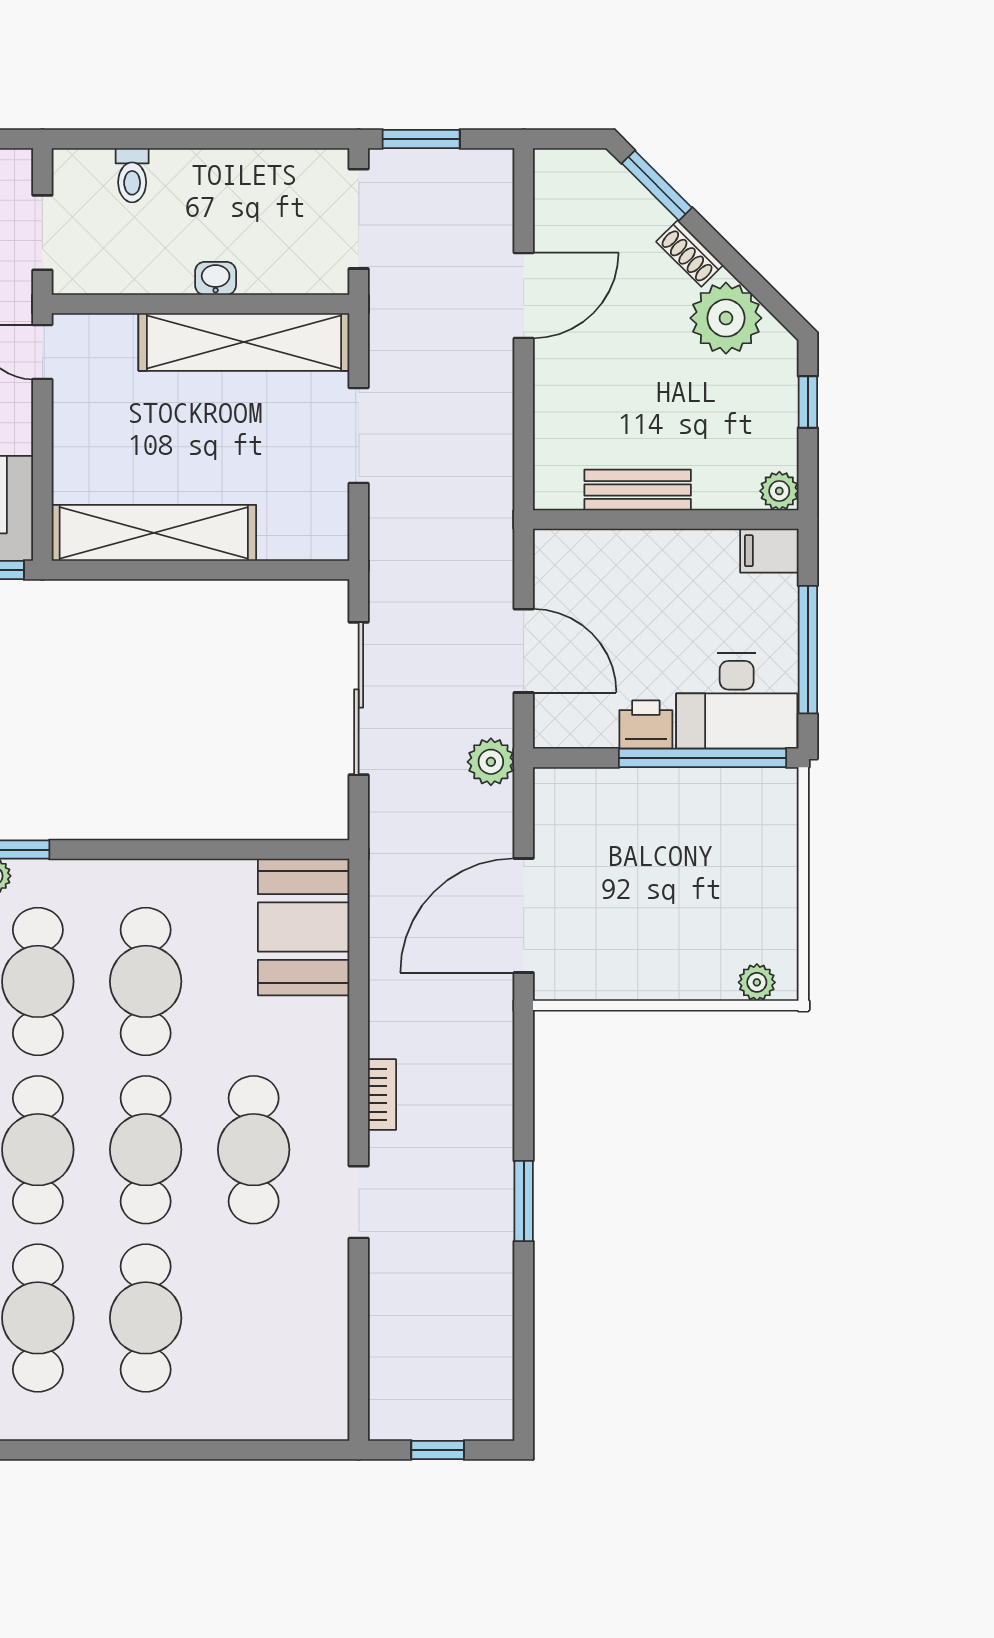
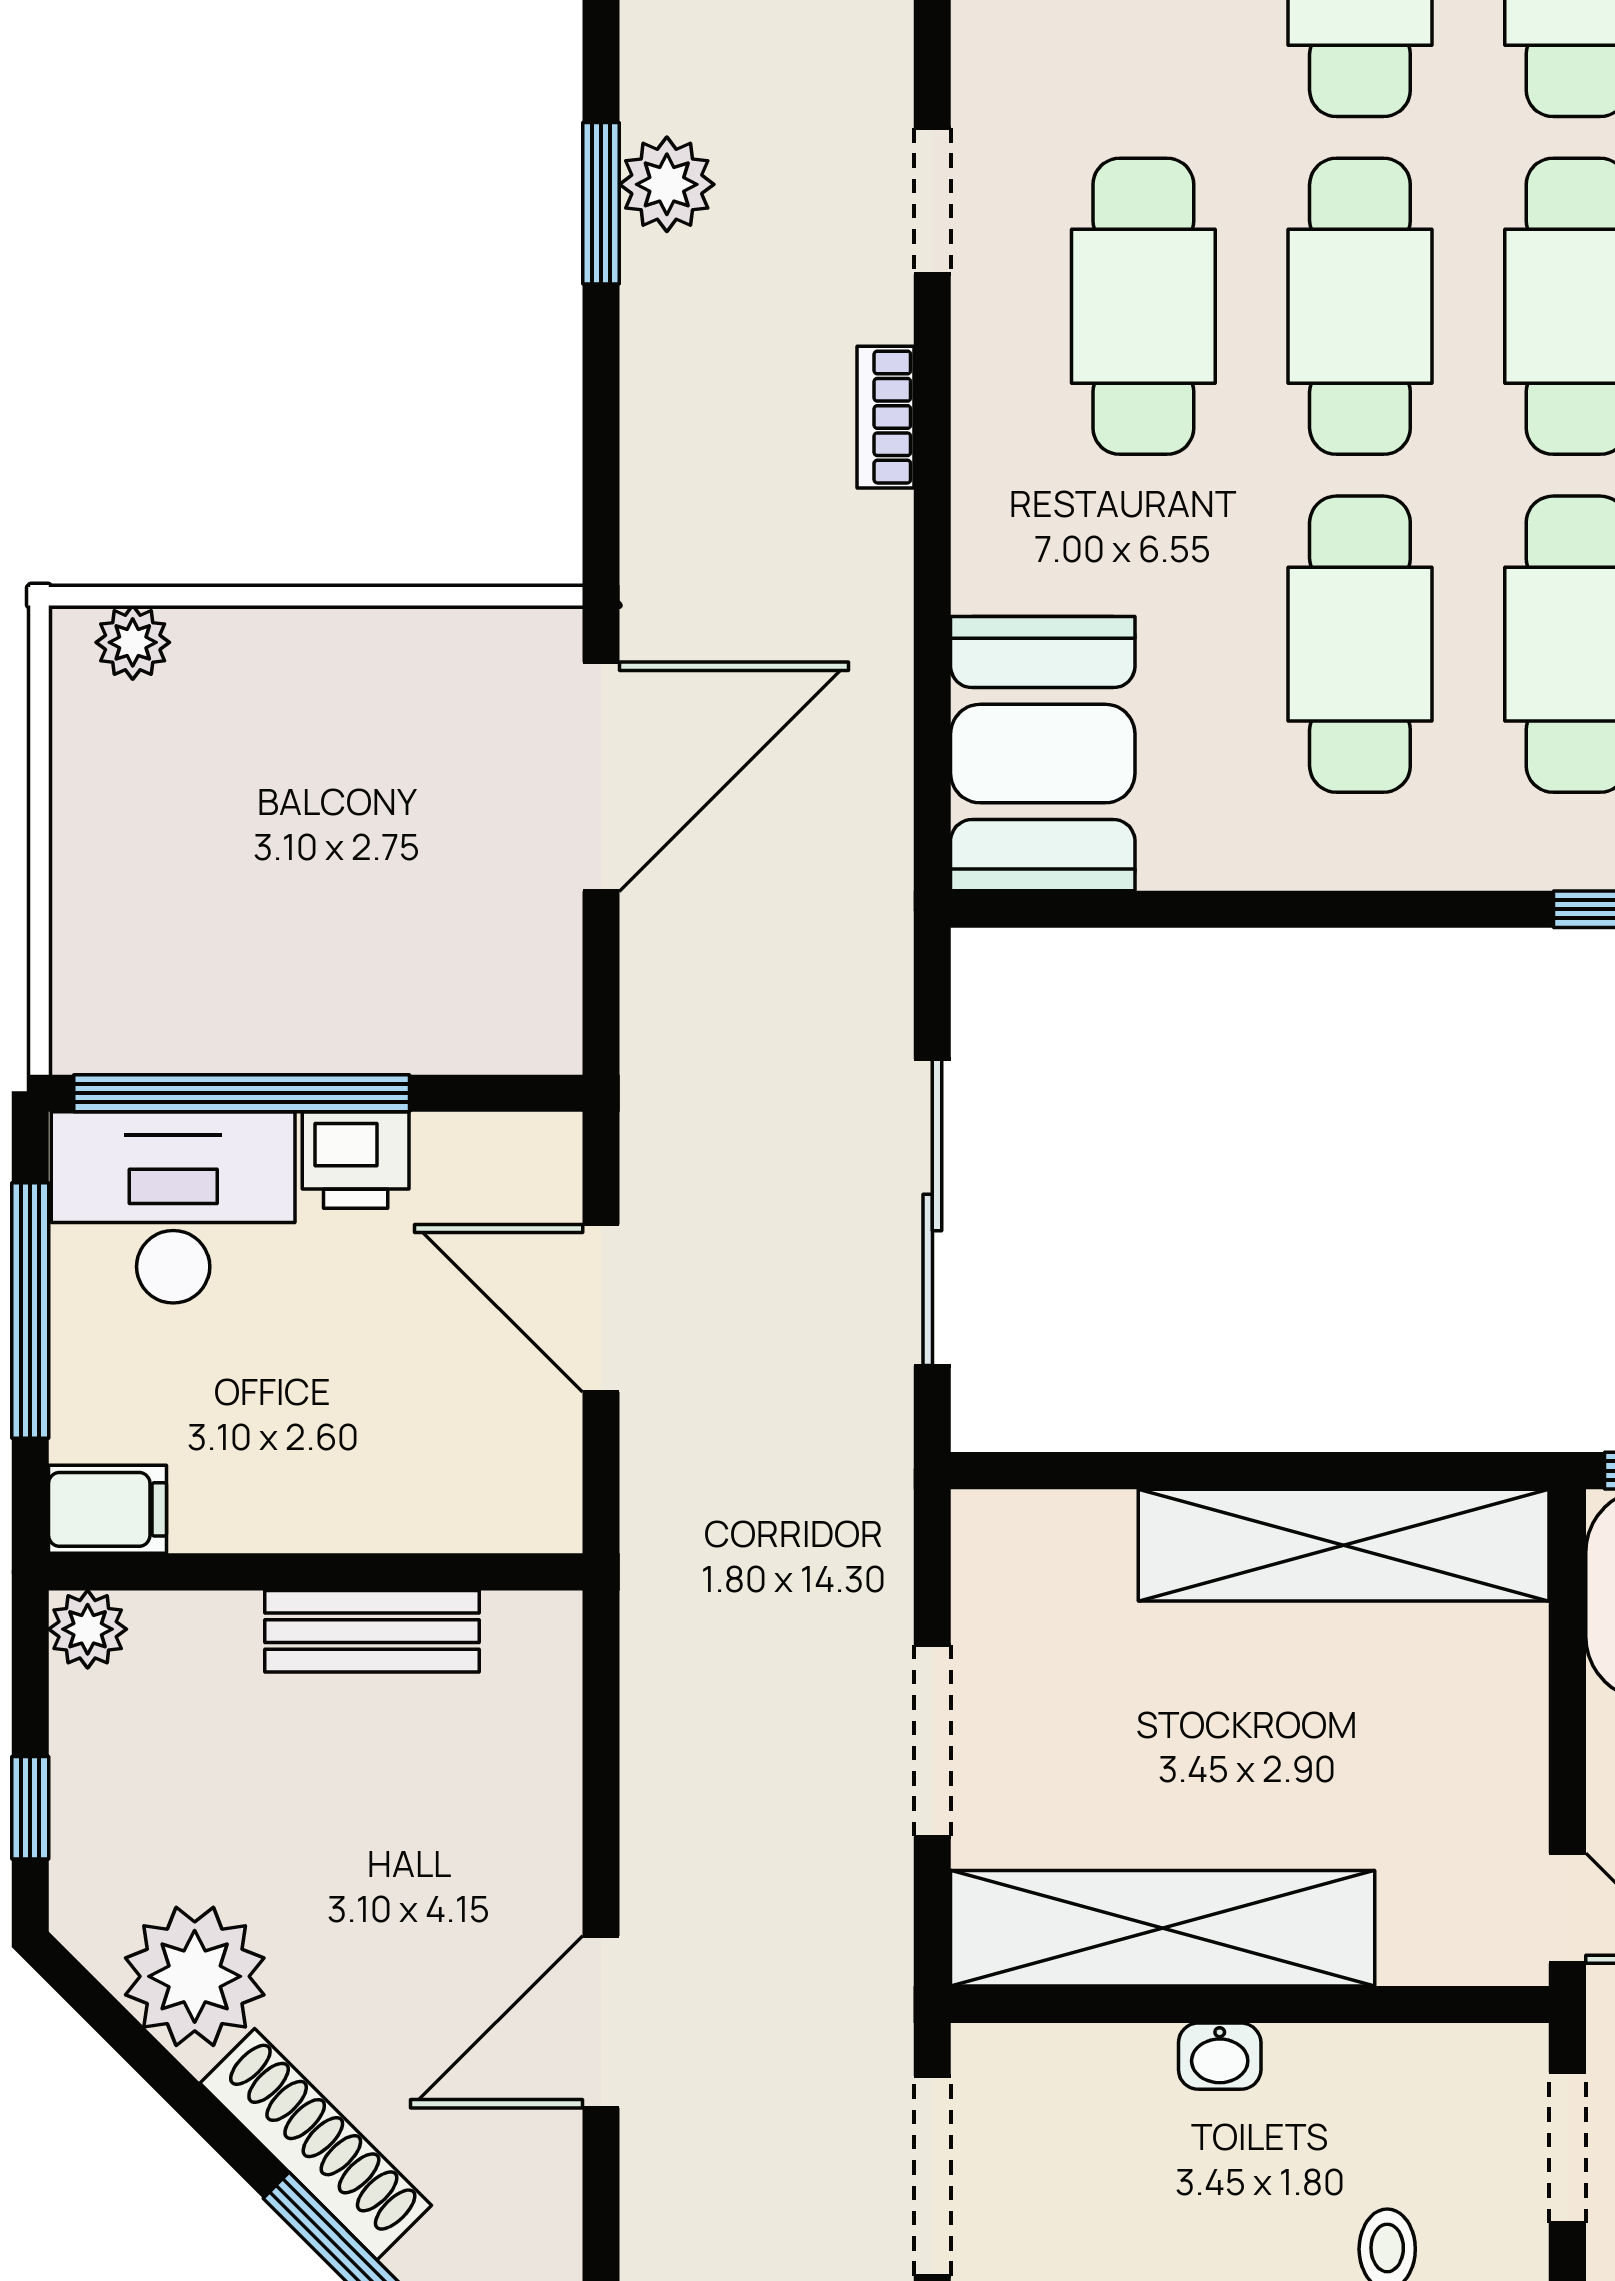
shoe rack: (690, 253) -> (316, 2144), width x1.94, depth x1.24
plant: (491, 762) -> (667, 184), moved

